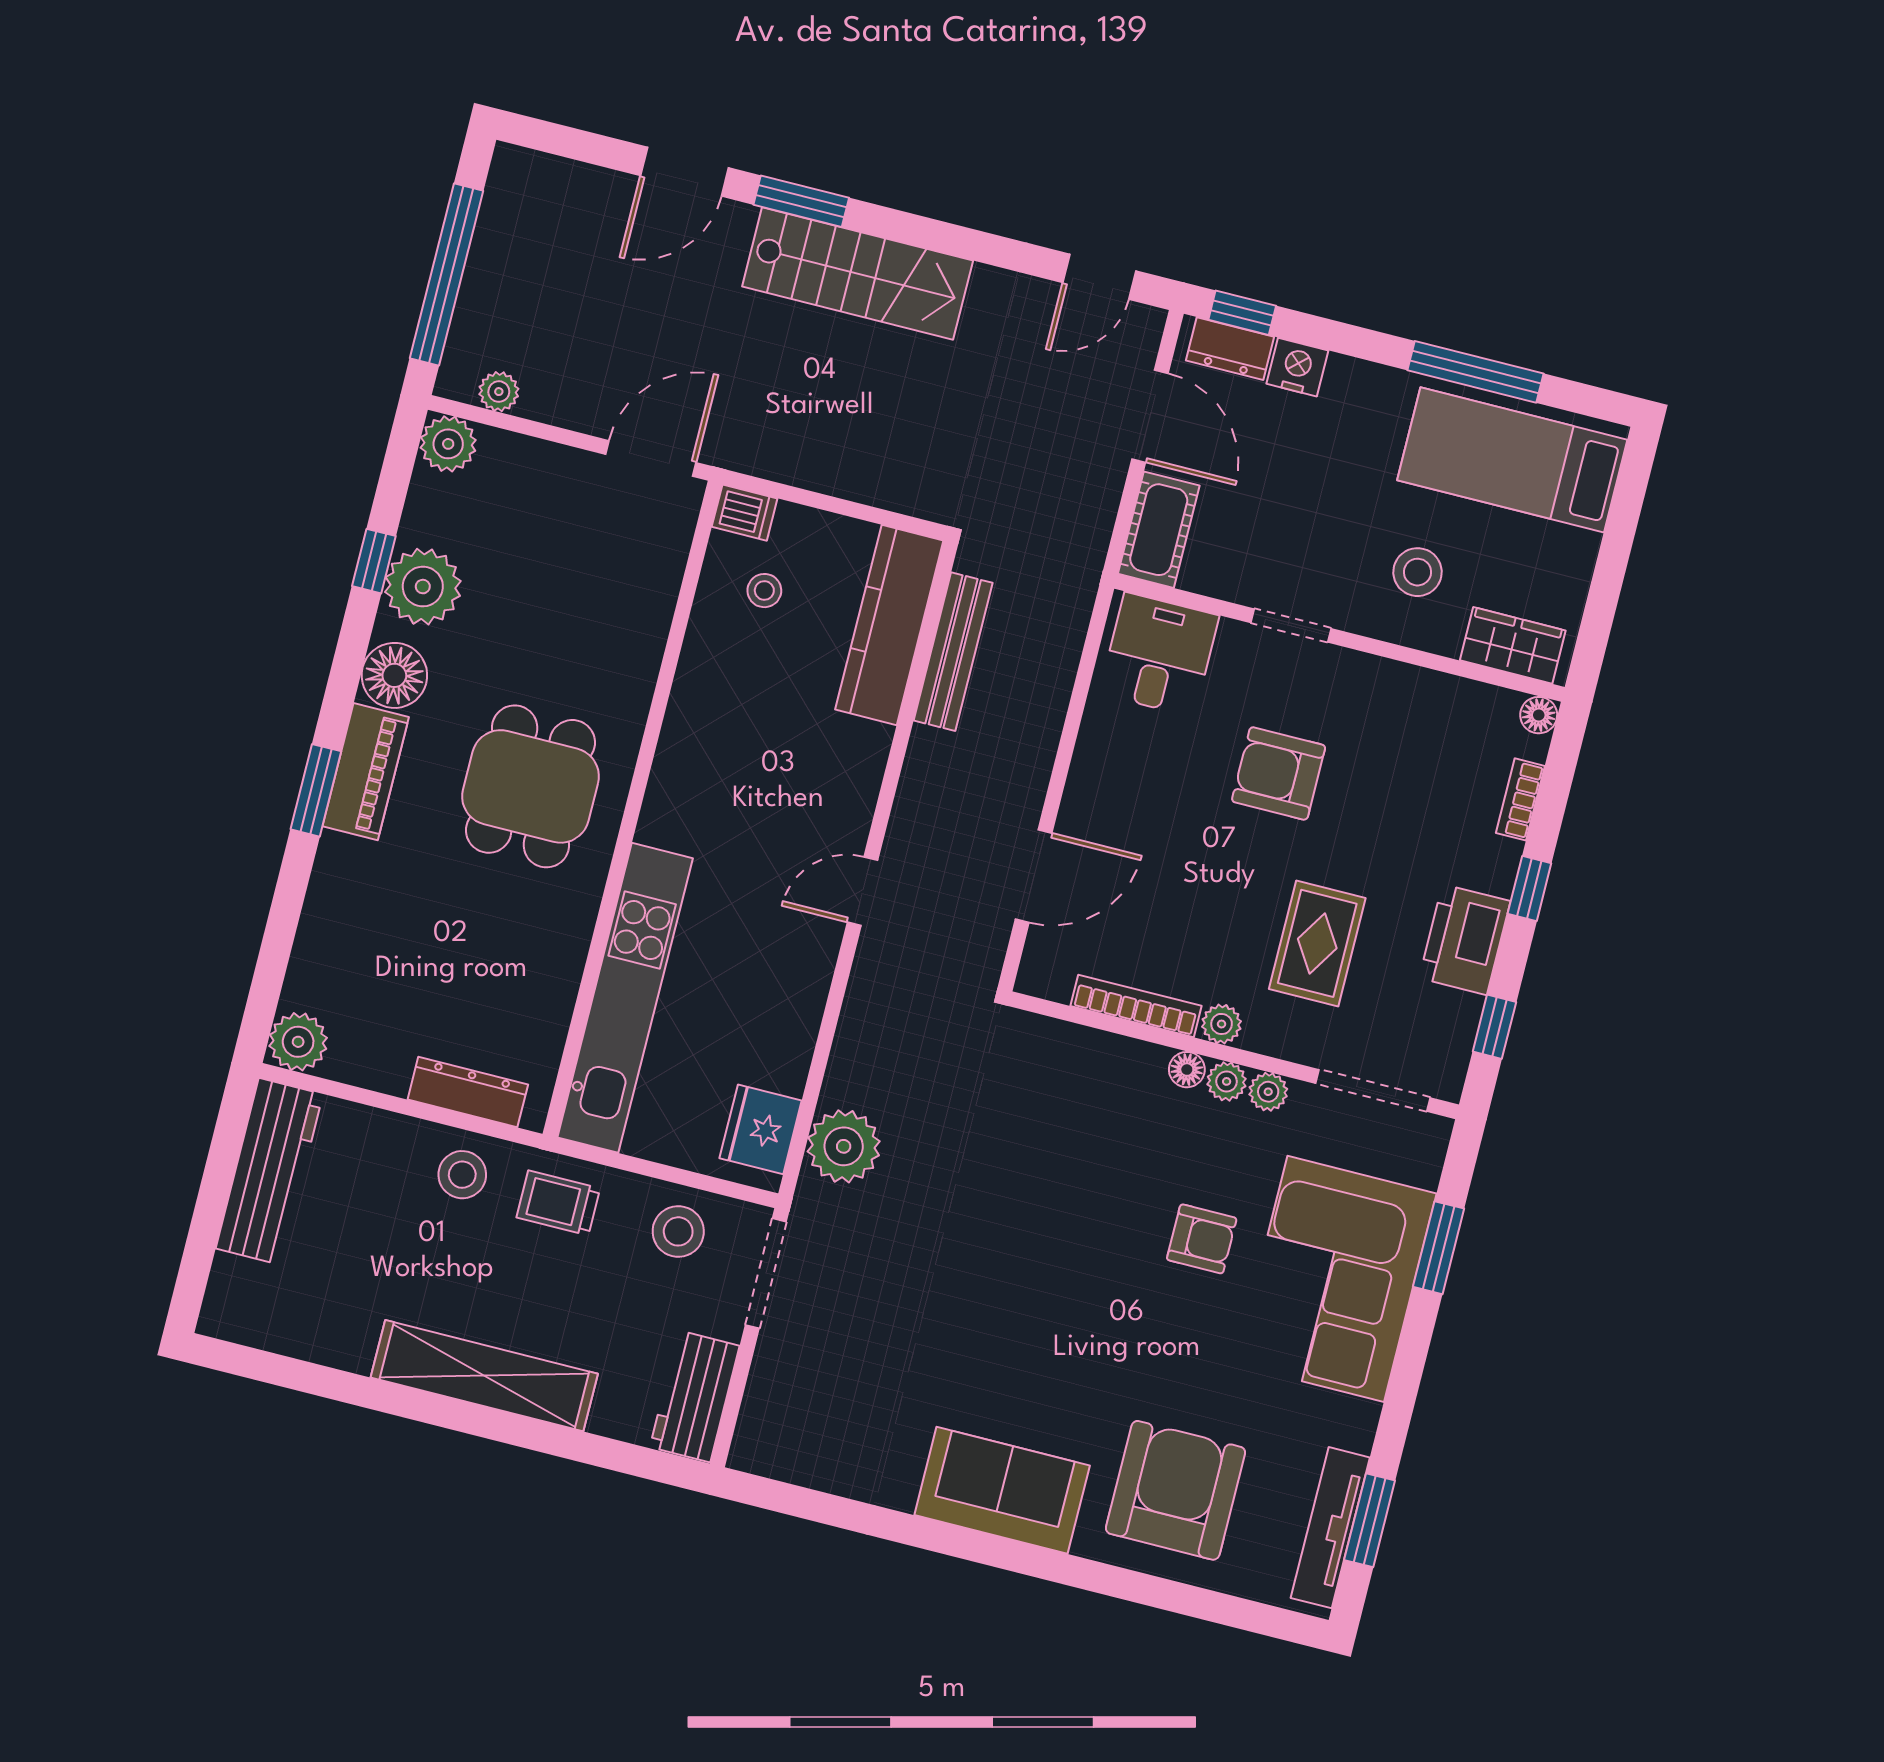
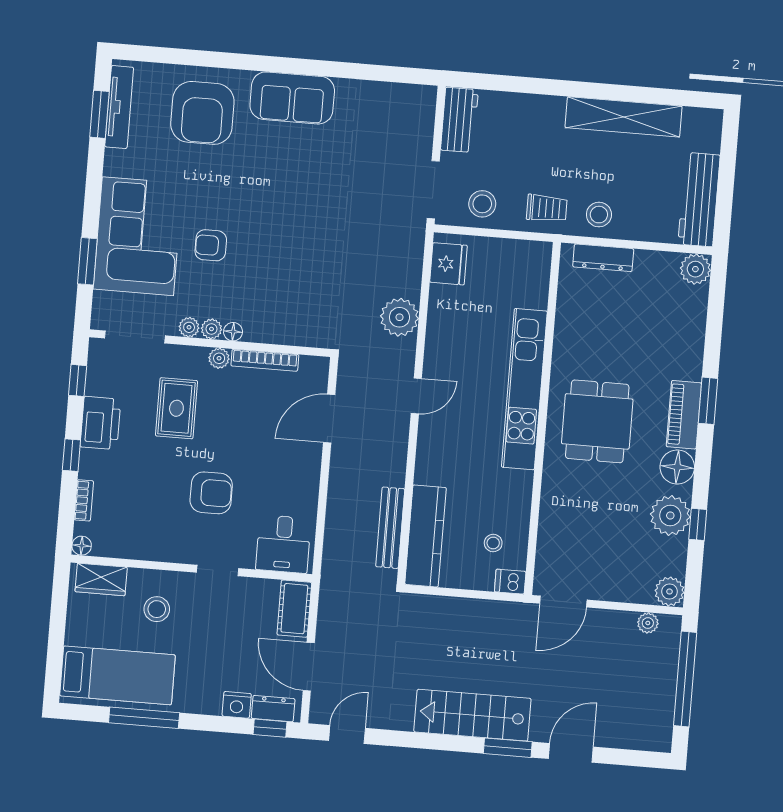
kitchen unit: (625, 998) -> (524, 389), moved
plant: (844, 1146) -> (399, 317), moved
shelving: (484, 1376) -> (624, 117), moved

